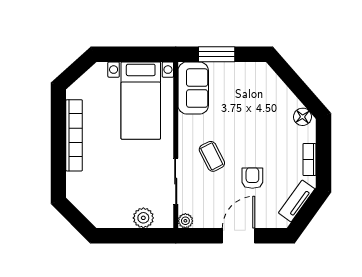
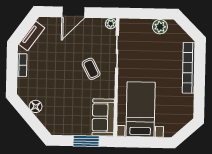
floor lamp: (302, 117) -> (36, 106), moved
bookcase: (74, 135) -> (189, 68), moved
armchair: (252, 178) -> (63, 53), removed
plant: (143, 218) -> (160, 27), moved

